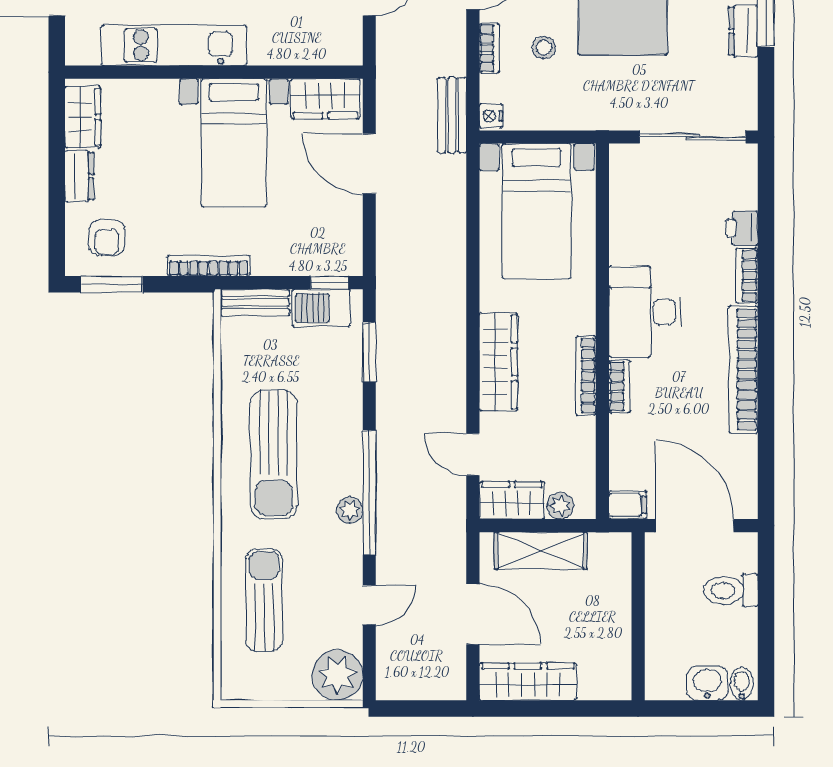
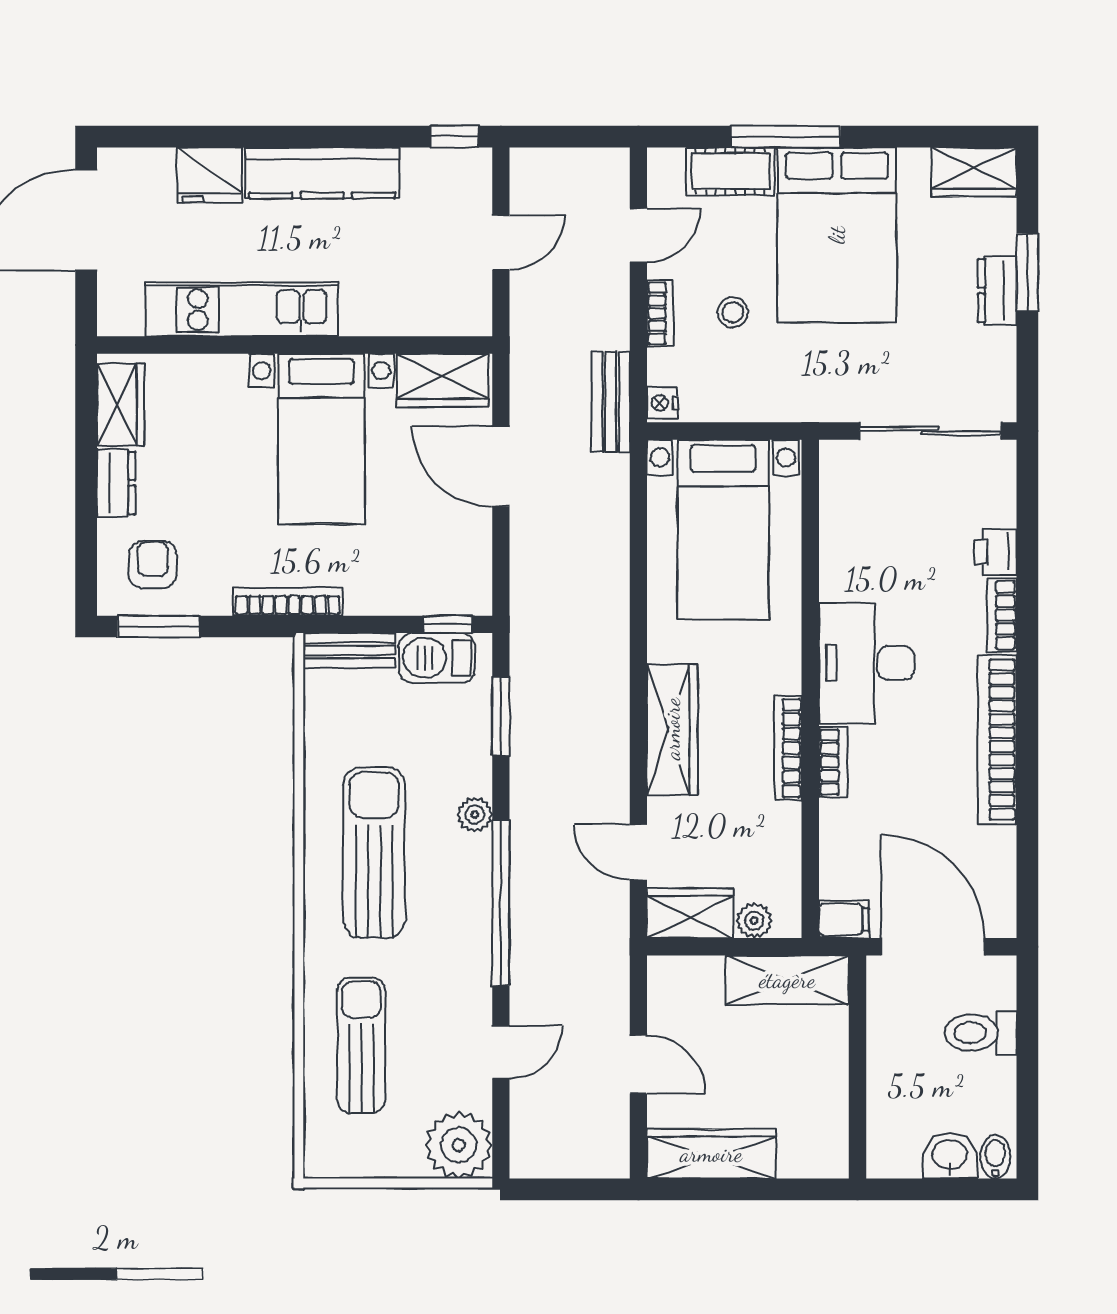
armchair: (107, 238) -> (153, 565), turned 180
sun lounger: (274, 455) -> (374, 852), turned 180
plant: (350, 510) -> (475, 814), moved
shelving: (541, 551) -> (787, 980), moved
door: (473, 614) -> (638, 1064), width x0.73

